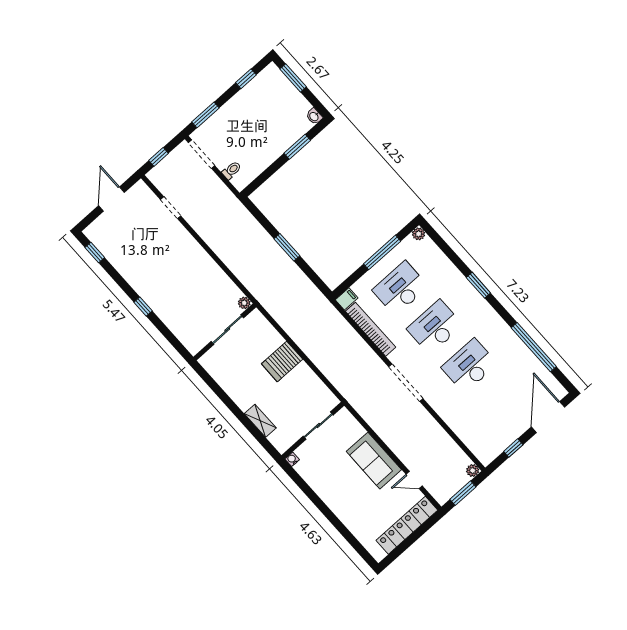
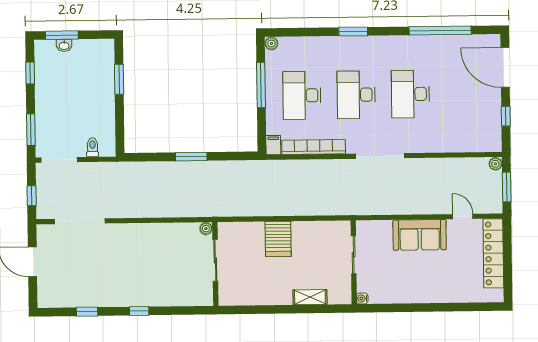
washbasin: (314, 116) -> (64, 45), moved
doorway: (171, 208) -> (80, 221), width x1.88
window: (95, 253) -> (87, 312), moved
door: (414, 480) -> (463, 216), swing flipped

